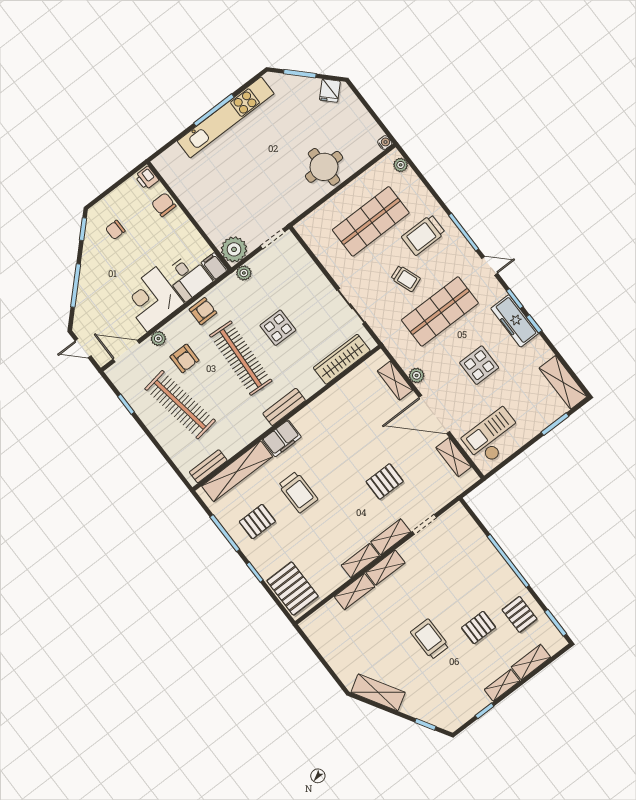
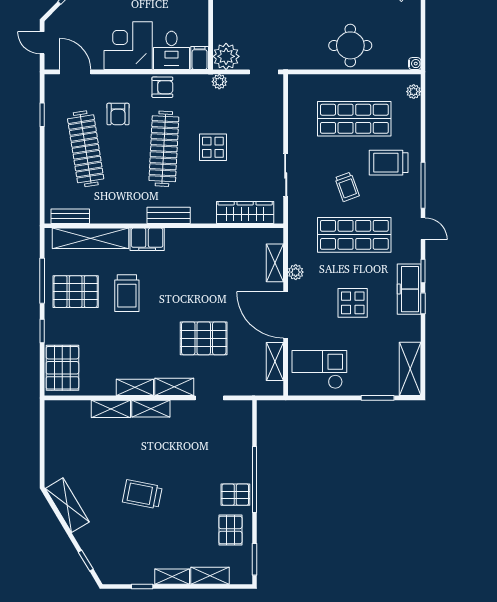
plant: (158, 339) -> (109, 82), removed
pallet: (385, 481) -> (204, 338), width x1.50, depth x1.42
pallet: (257, 522) -> (76, 292), width x1.50, depth x1.42
pallet: (479, 627) -> (235, 495), moved
trolley: (430, 639) -> (142, 494), turned -79

